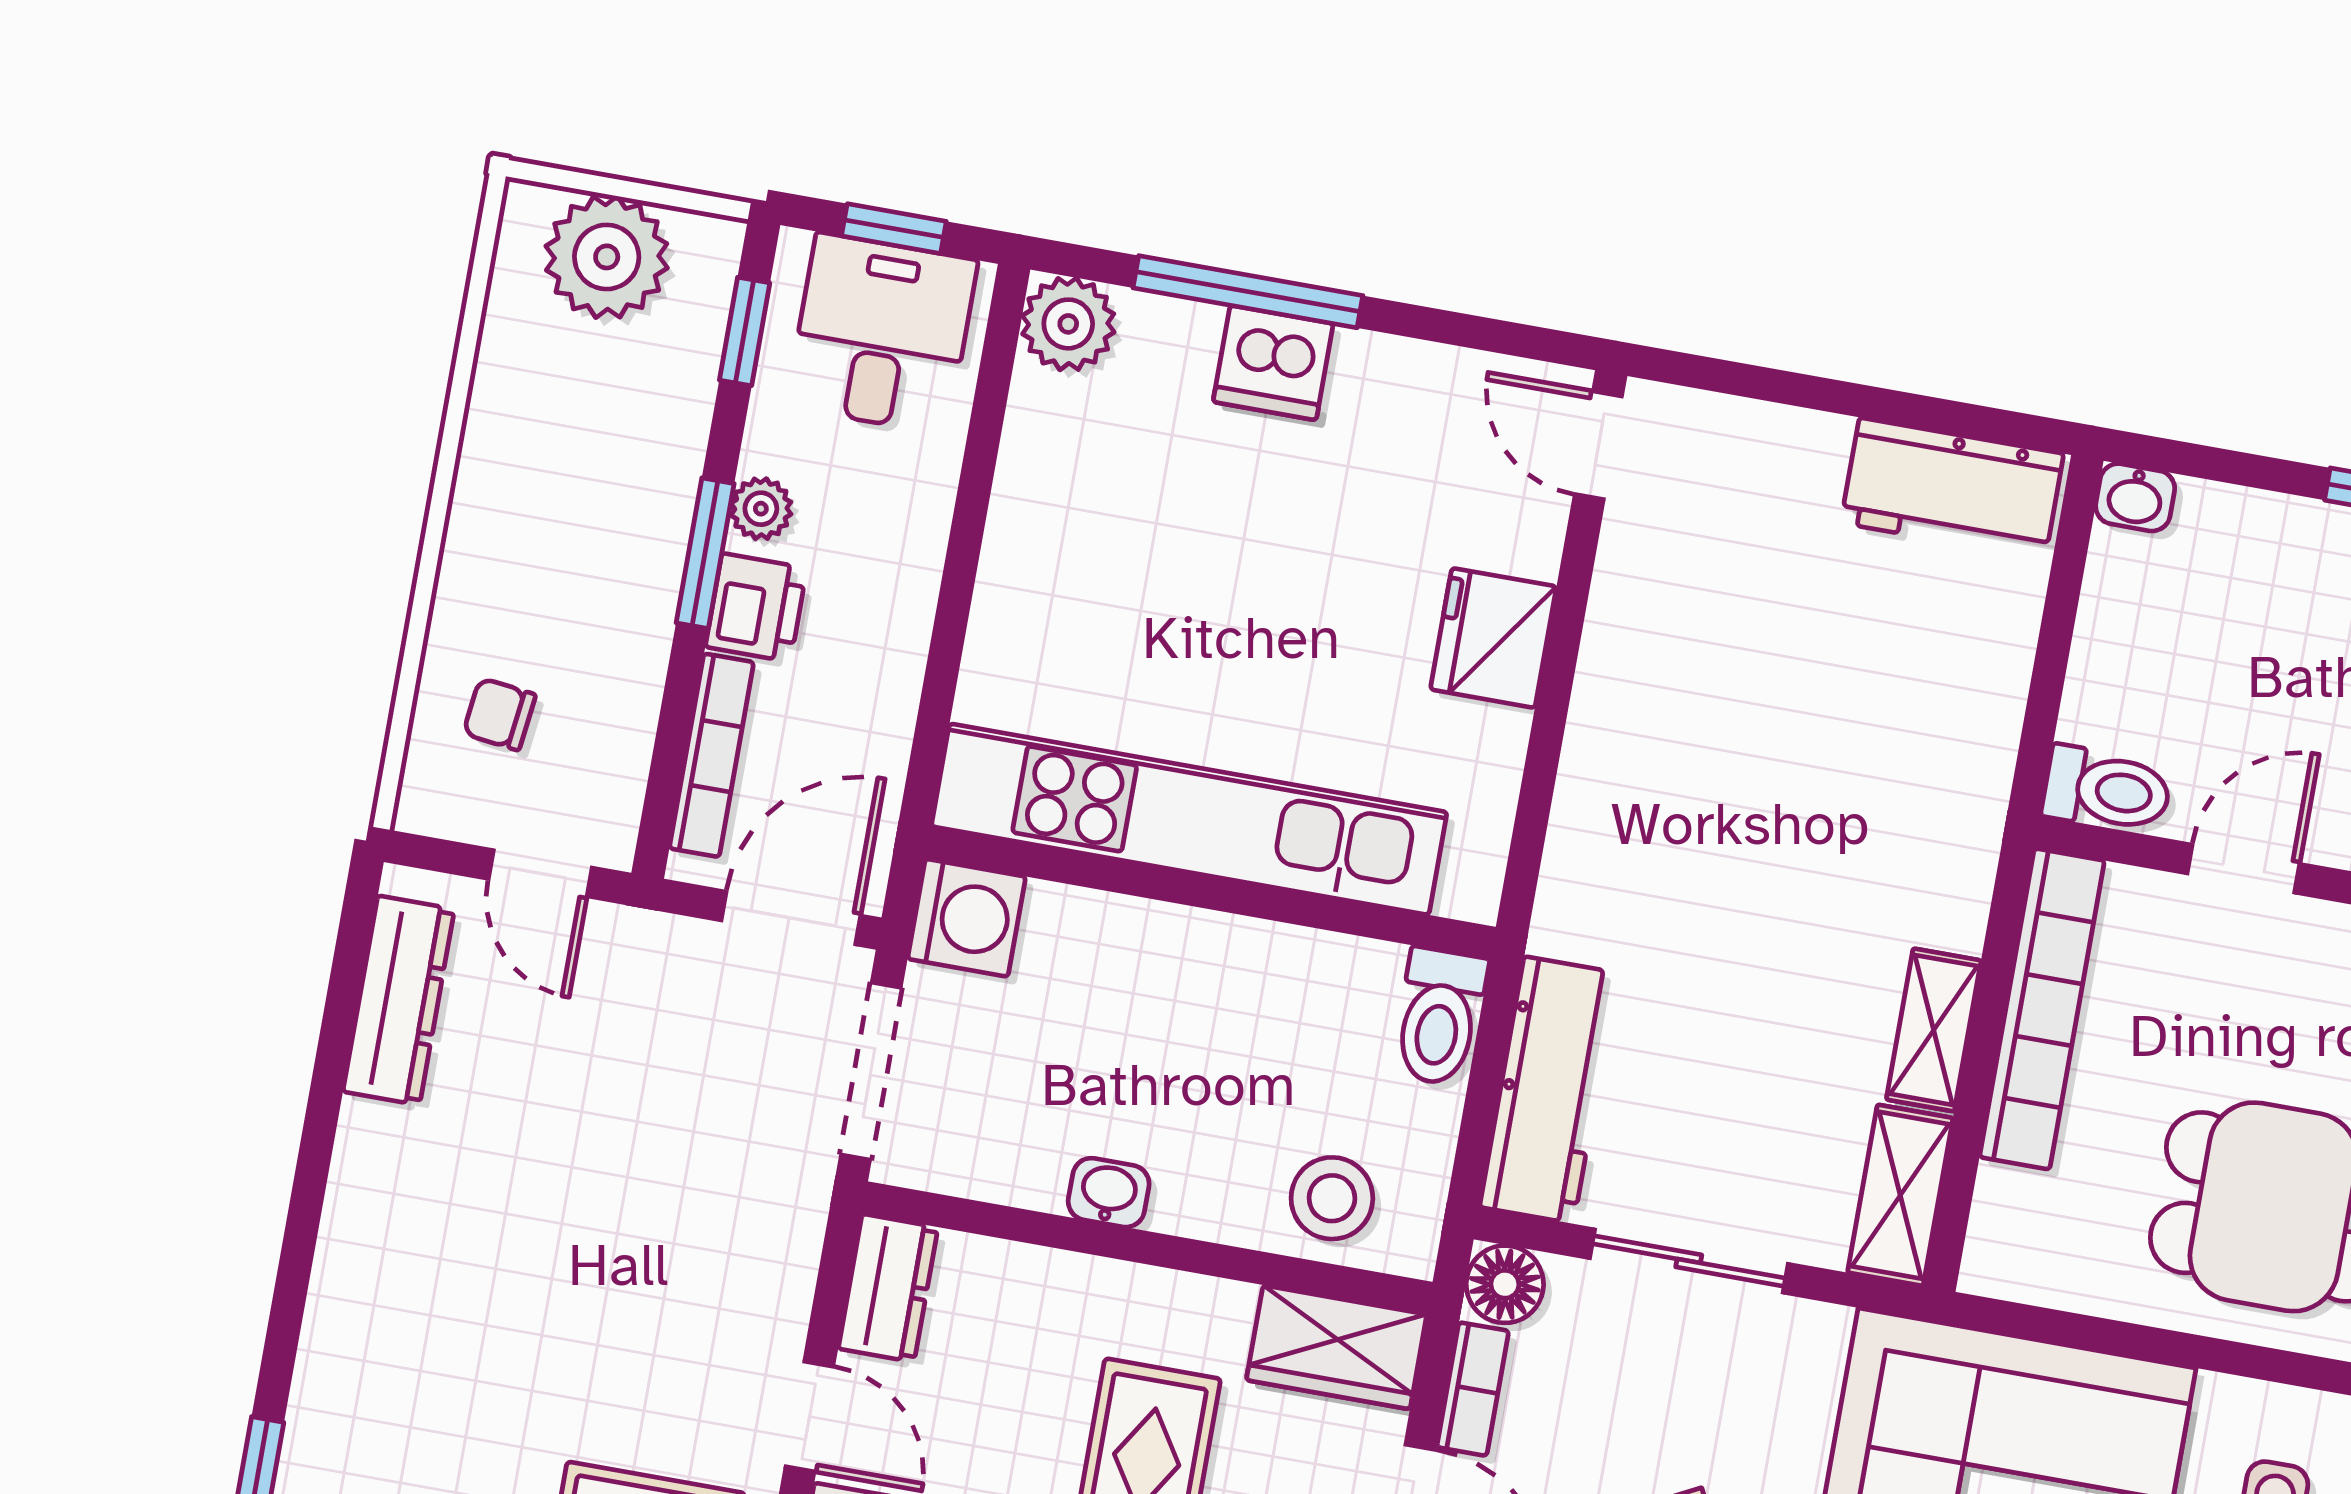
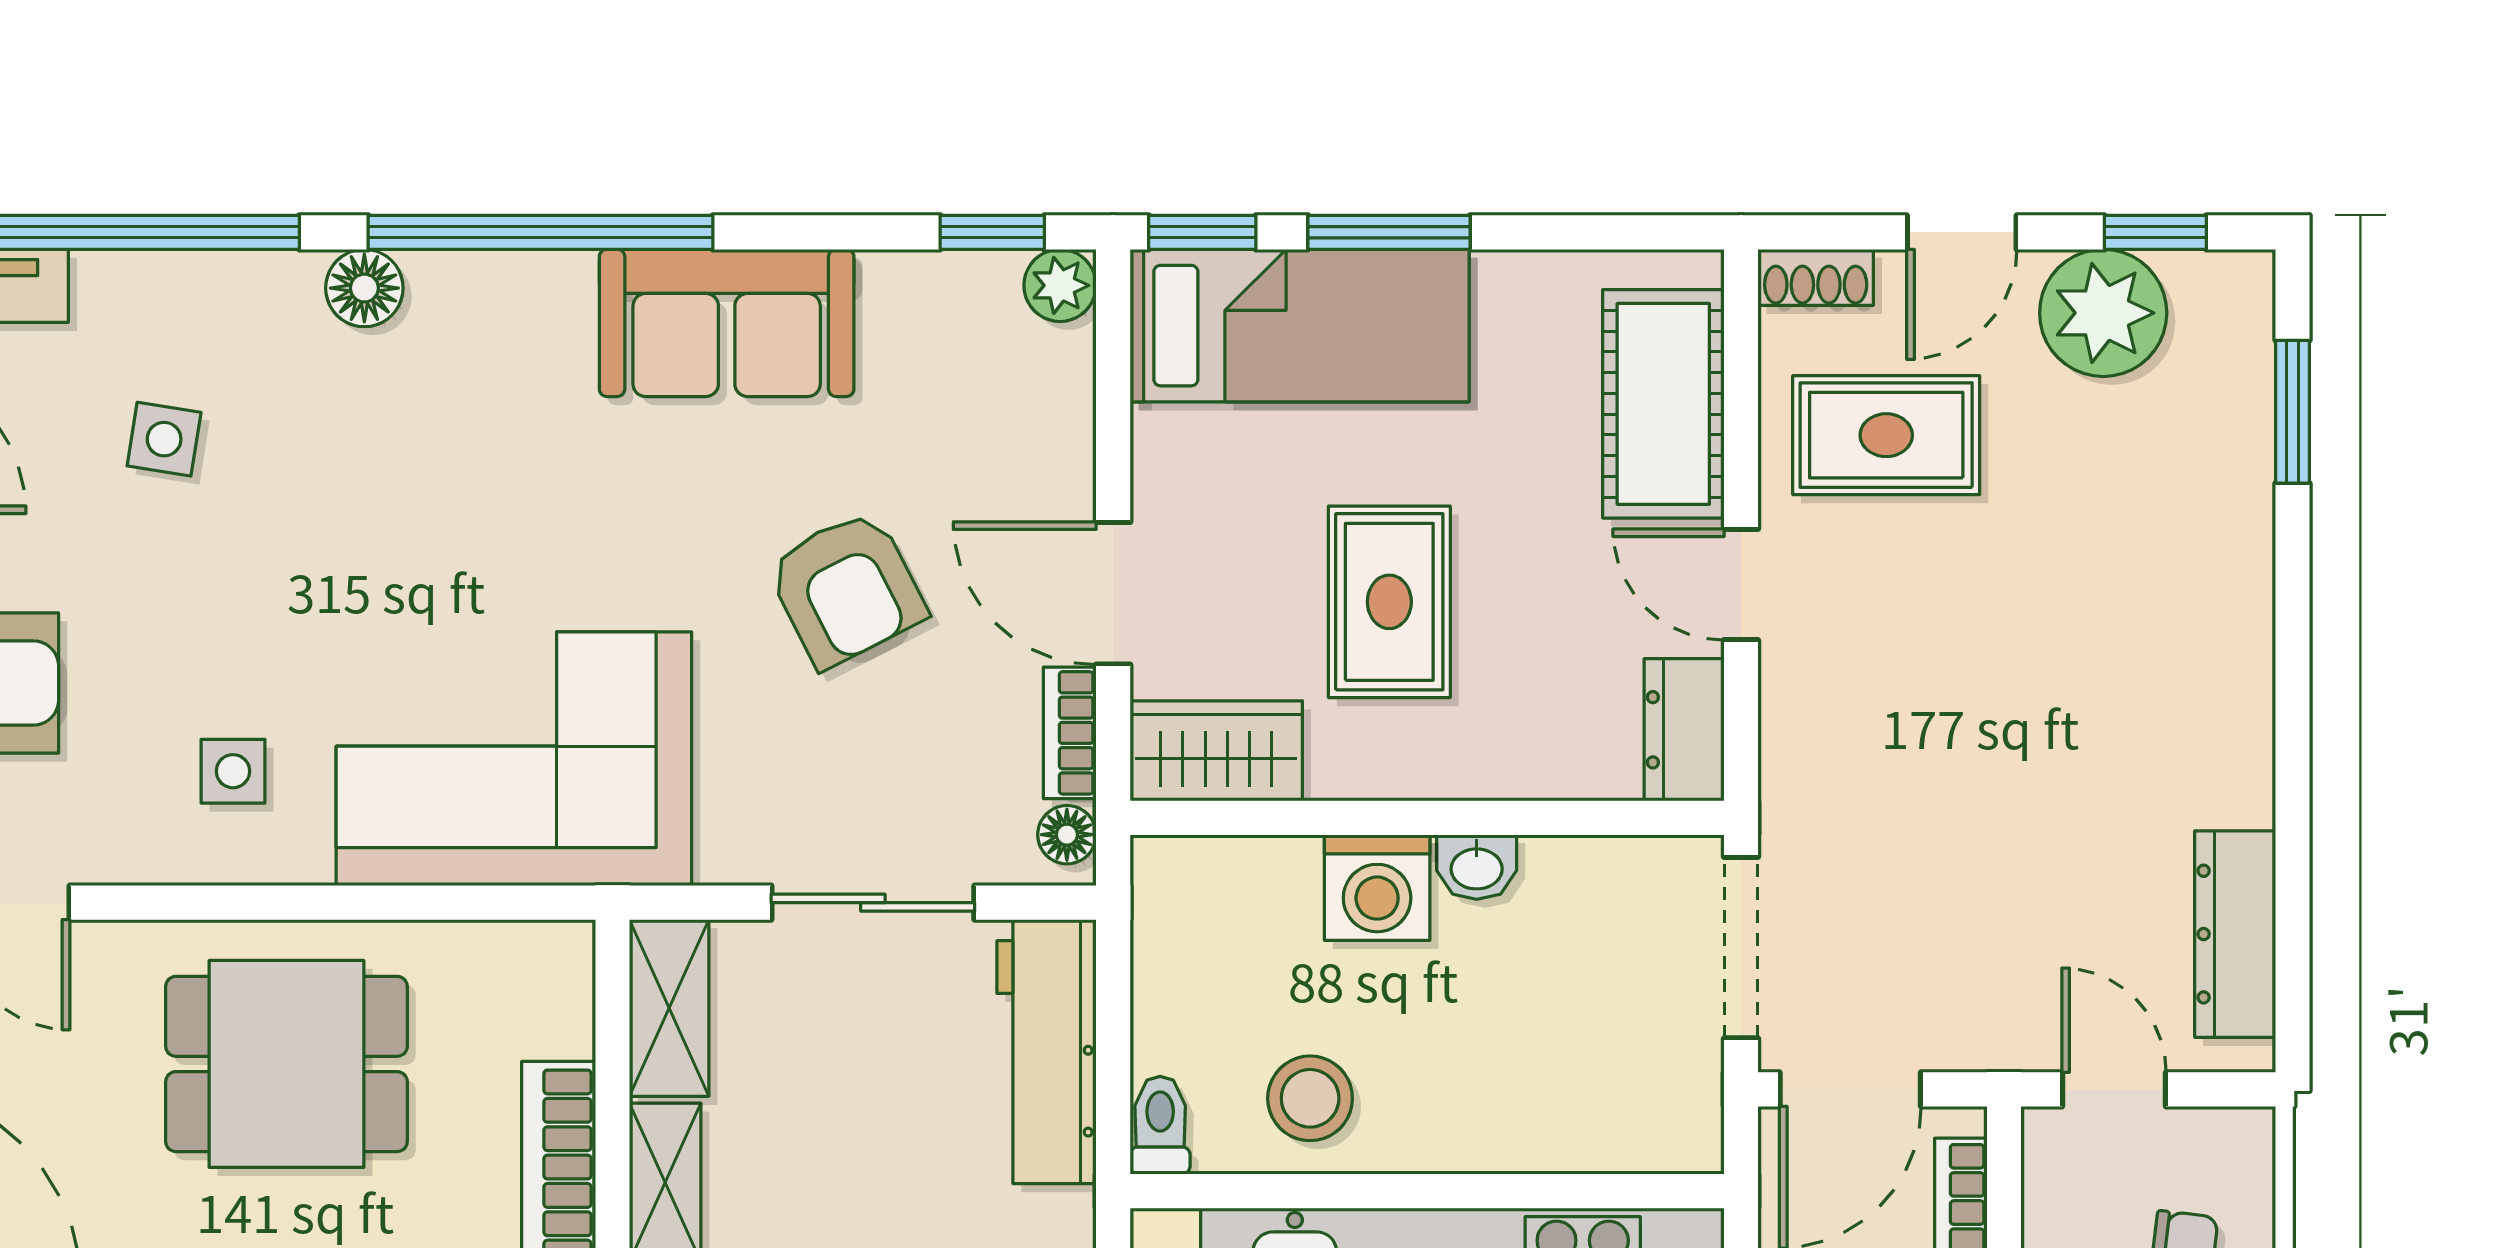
washing machine: (967, 918) -> (1377, 888), moved, turned -90
toilet: (1440, 1017) -> (1160, 1125), width x0.73, depth x0.72
stool: (1332, 1198) -> (1310, 1098), moved
floor lamp: (1505, 1284) -> (1067, 835), width x0.73, depth x0.73

